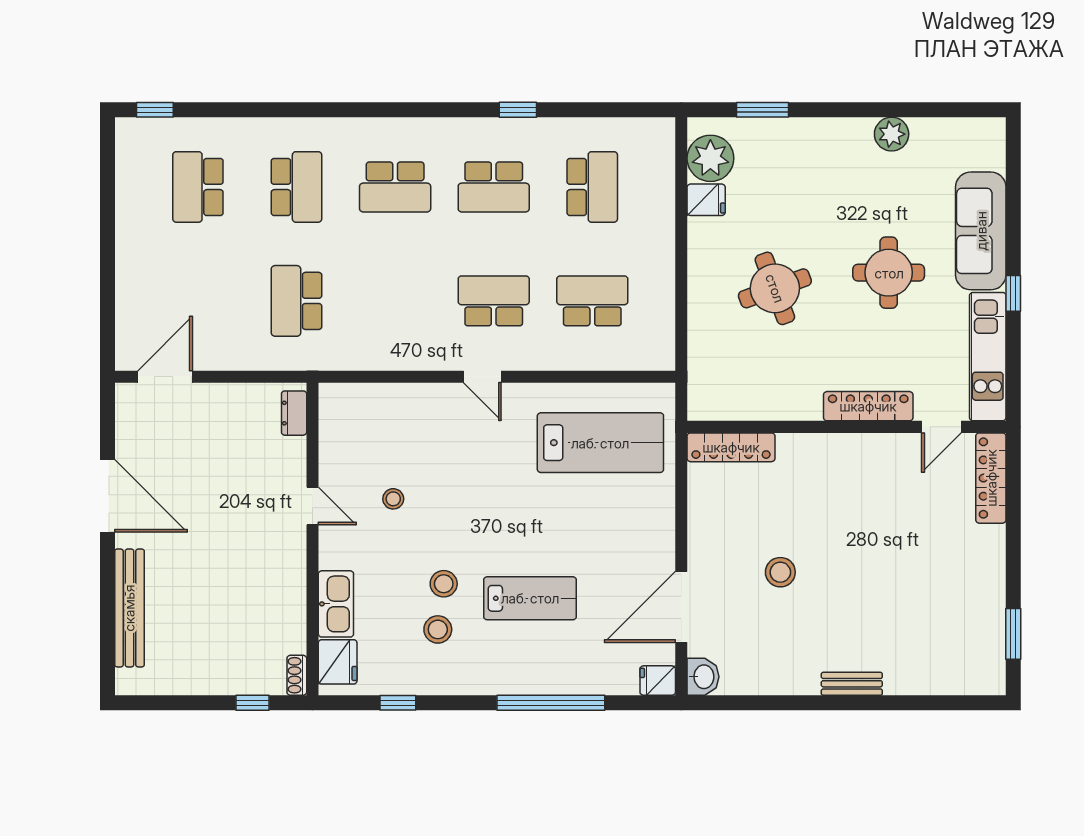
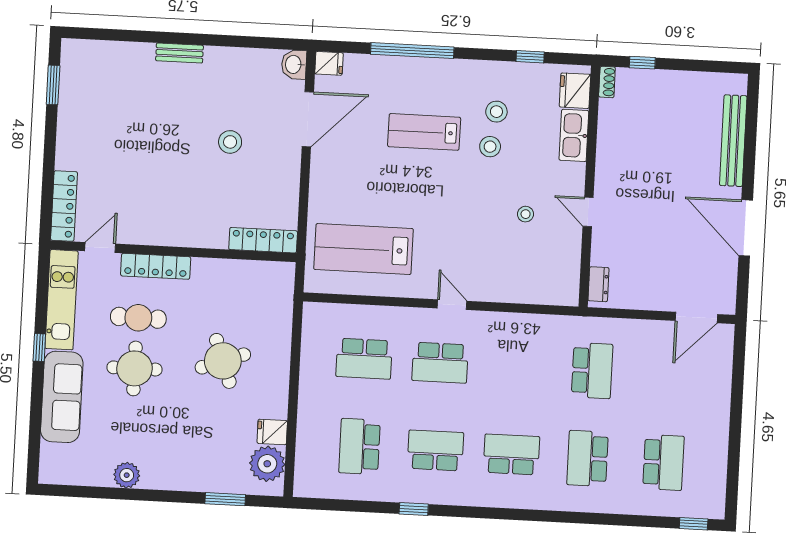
cafe table: (887, 338) -> (138, 318), added

